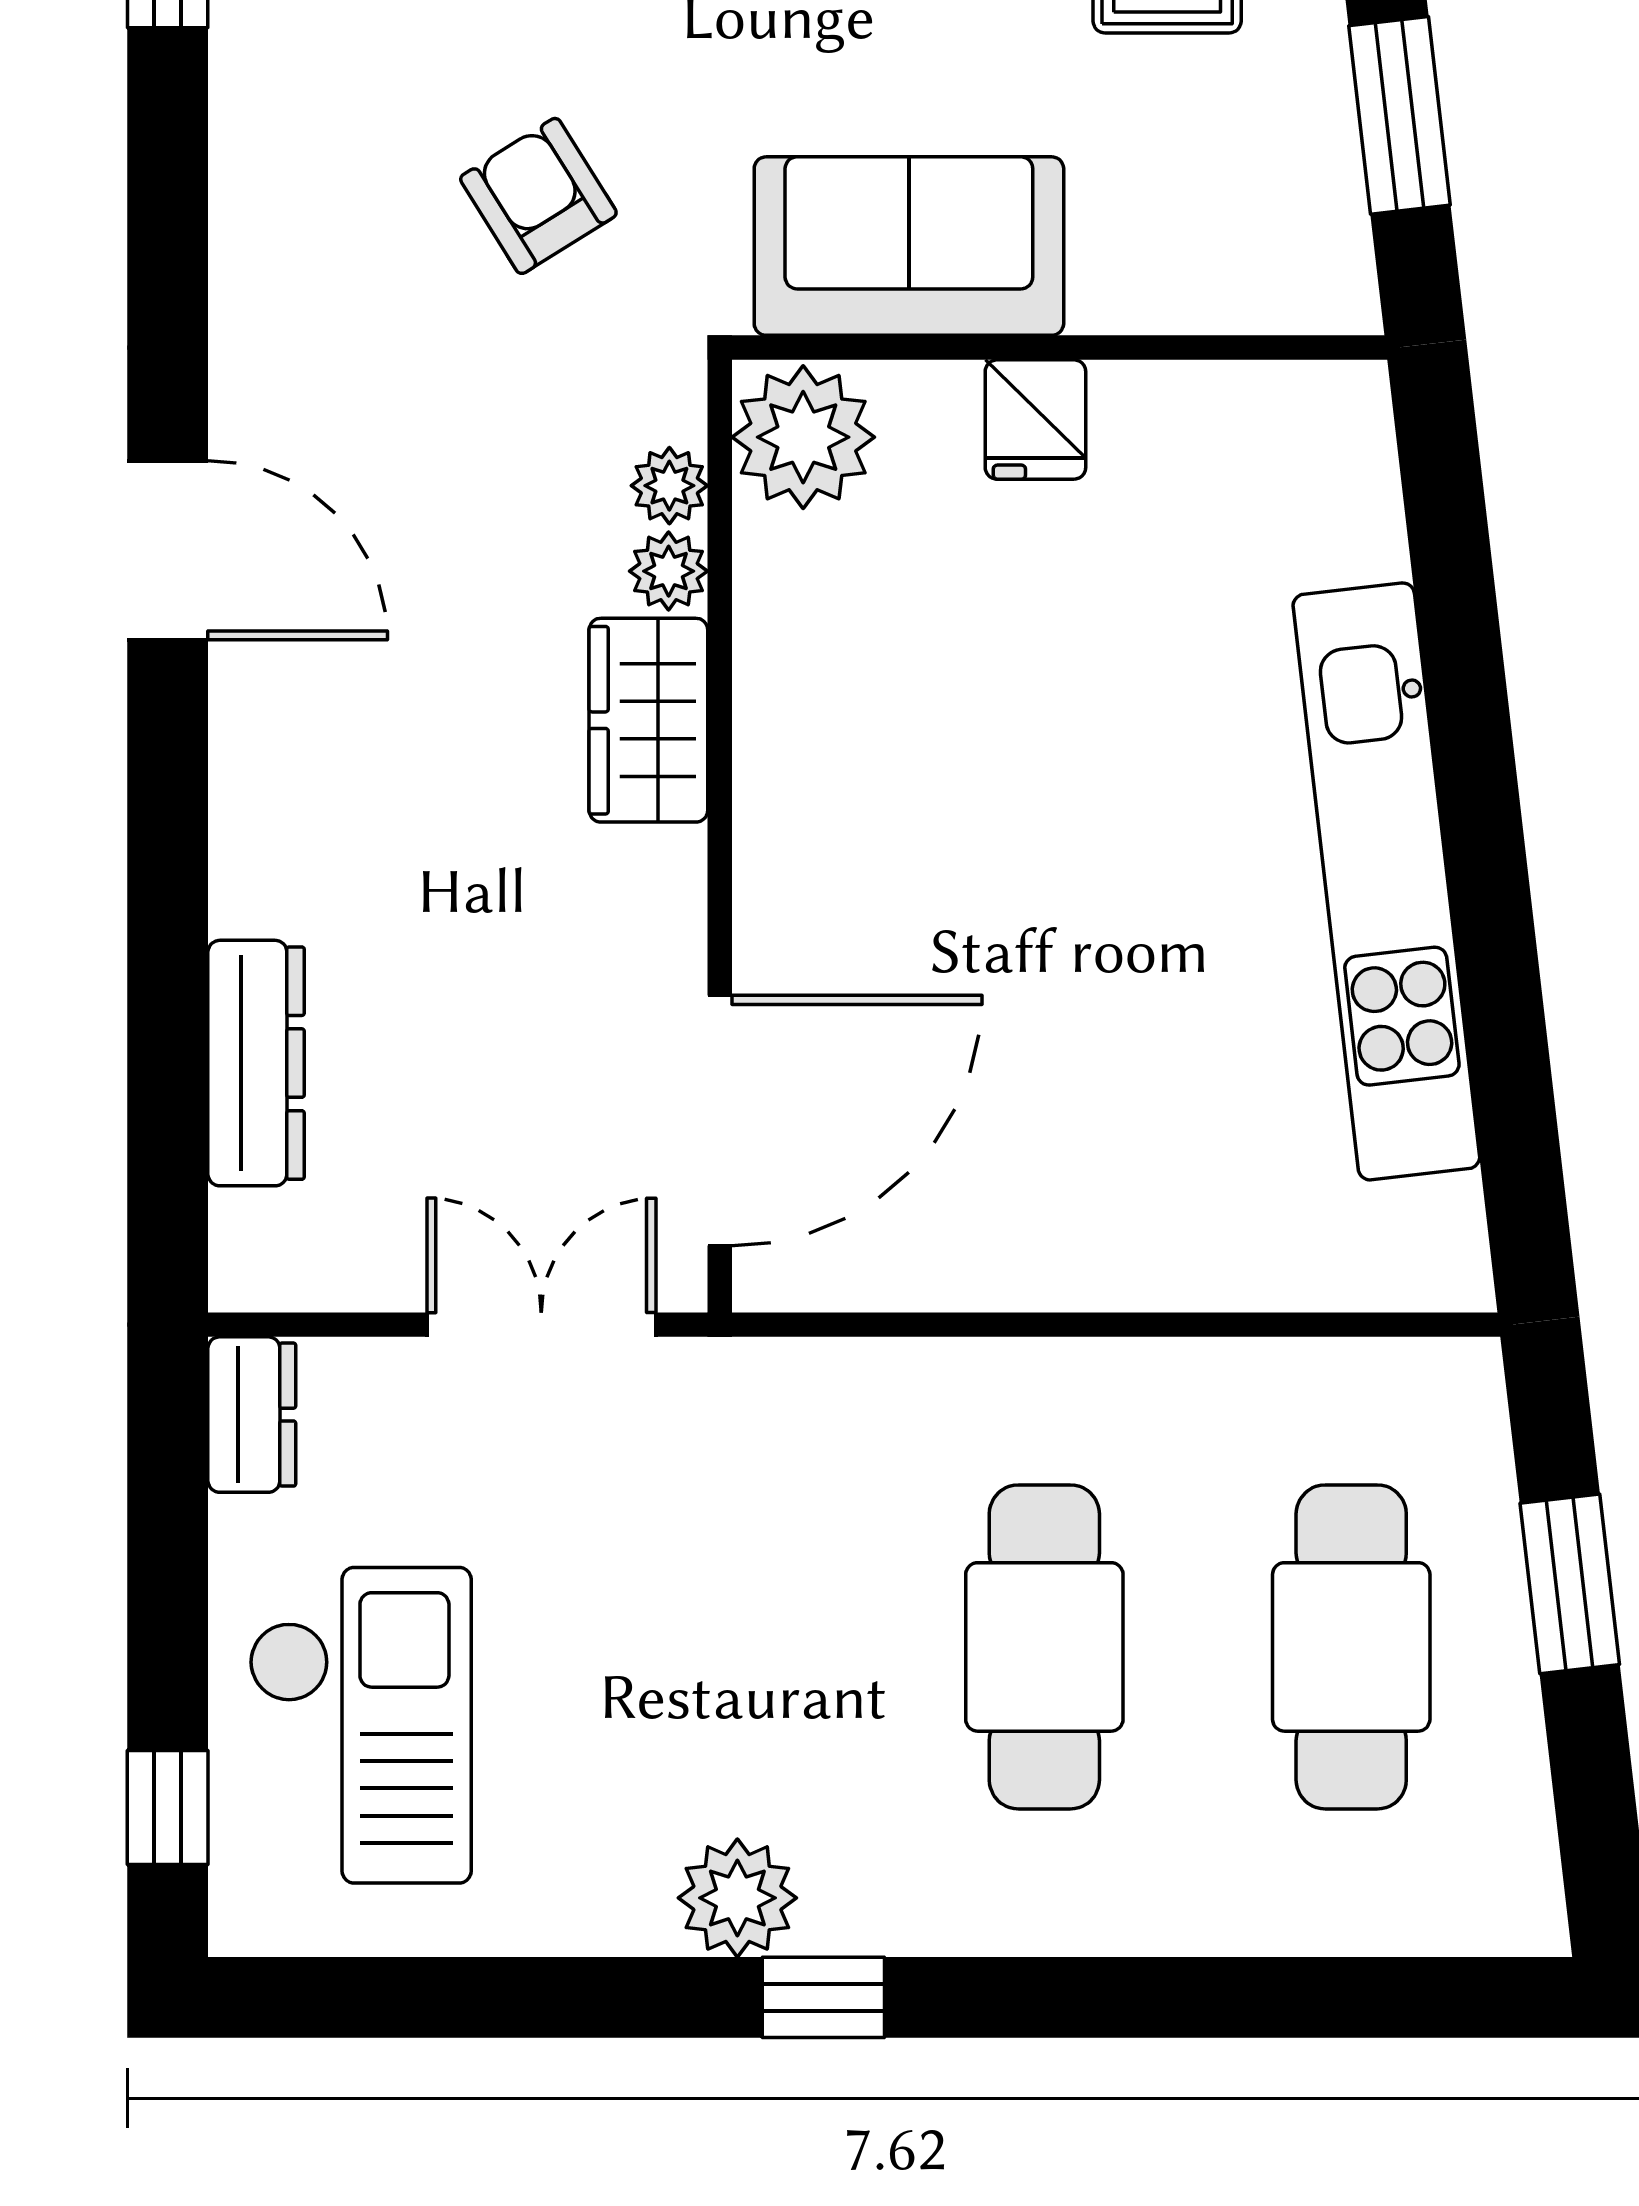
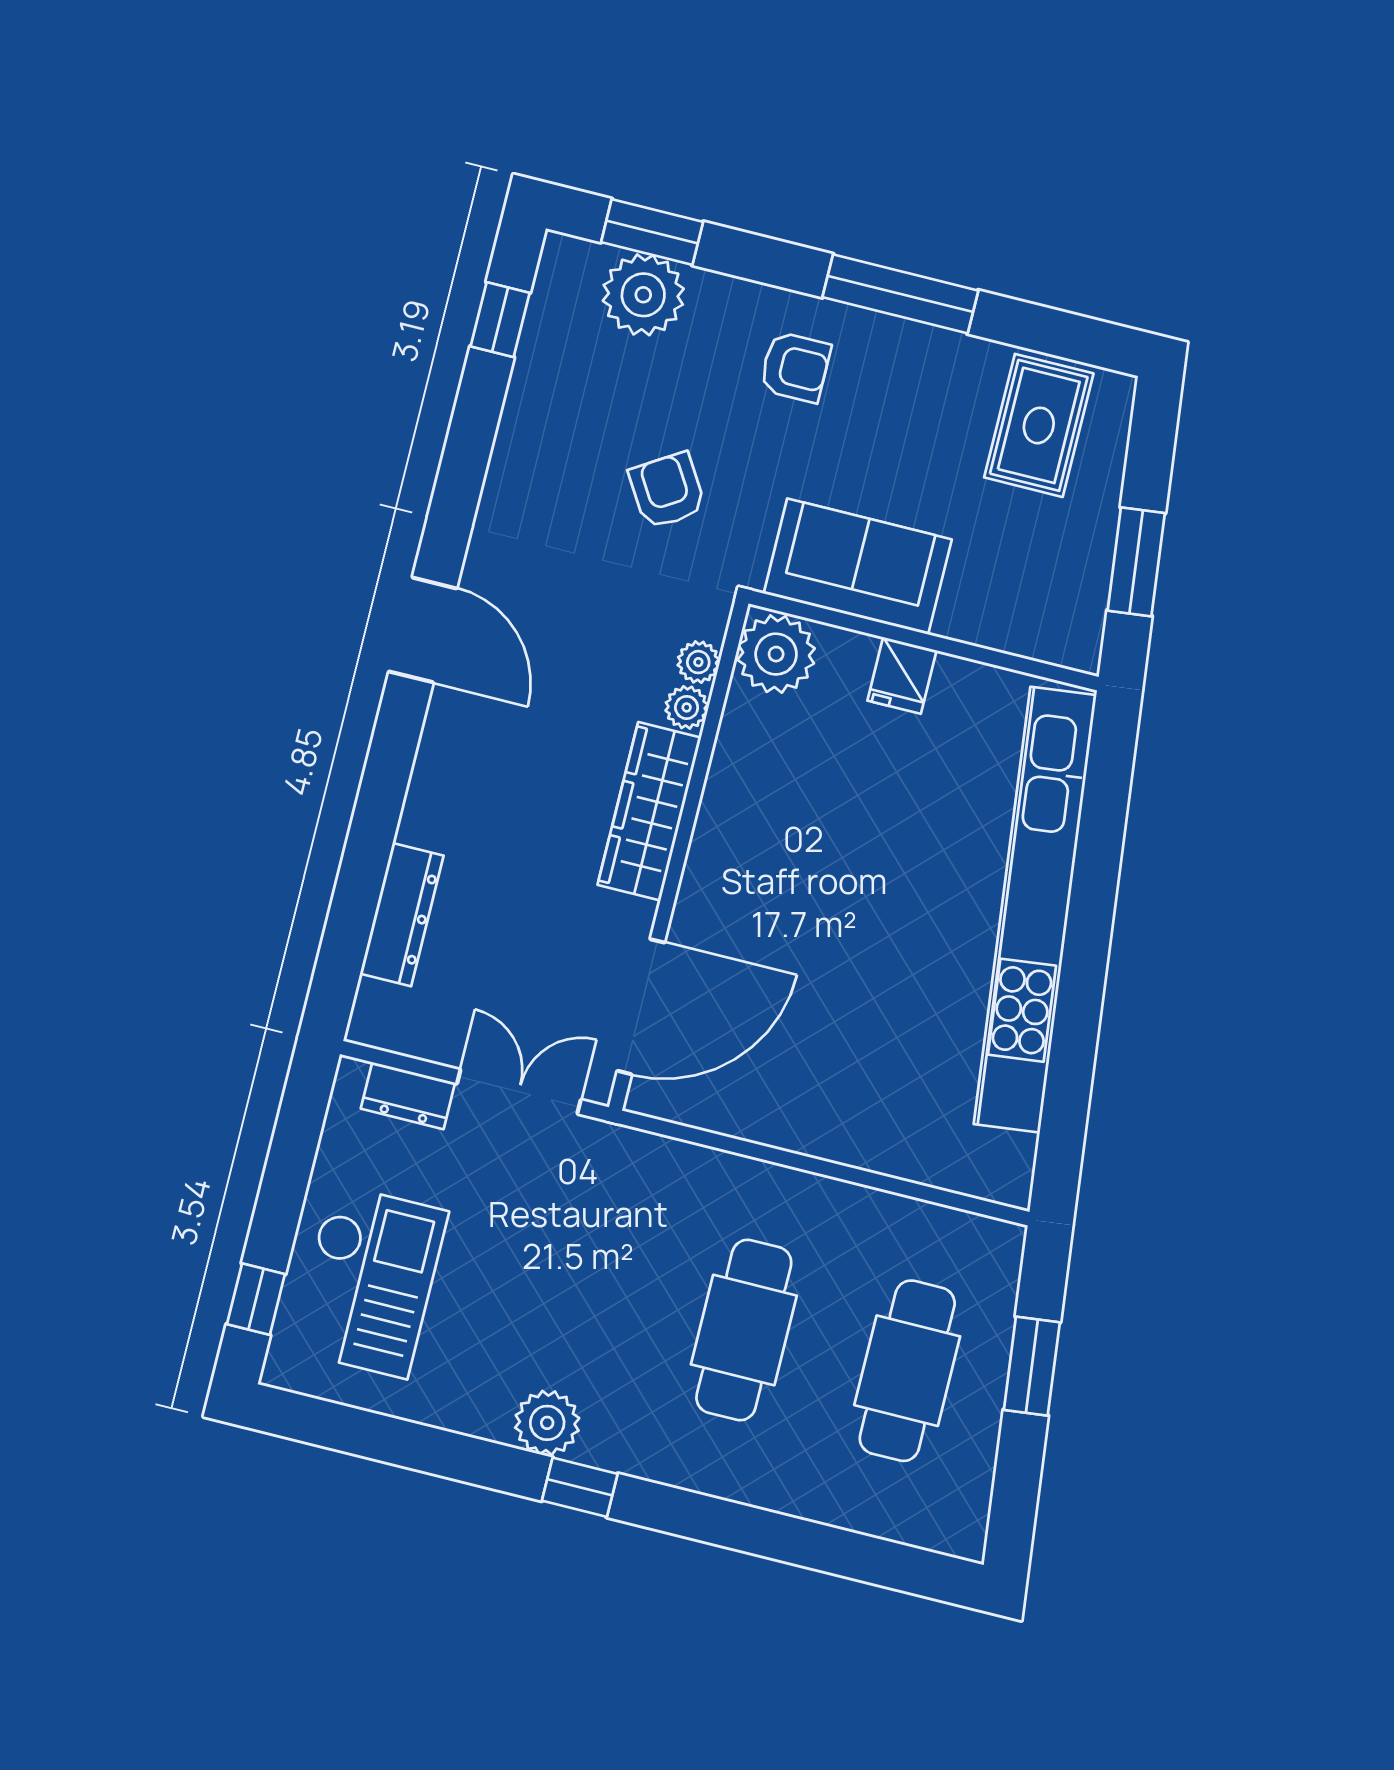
wardrobe: (648, 720) -> (649, 811), width x1.50
kitchen unit: (1386, 881) -> (1035, 910), width x1.36
dresser: (252, 1415) -> (408, 1096), moved, turned 90

